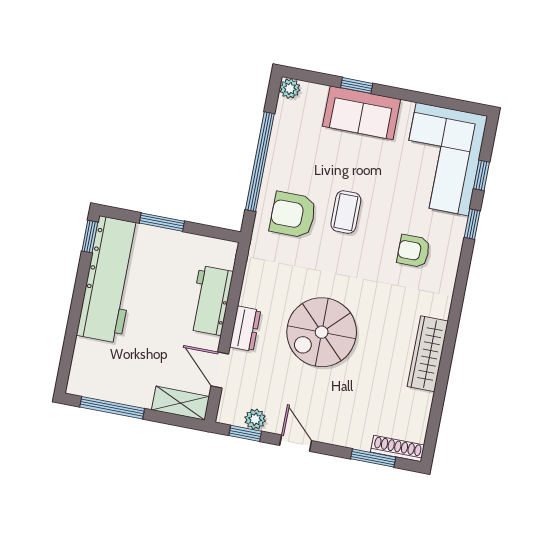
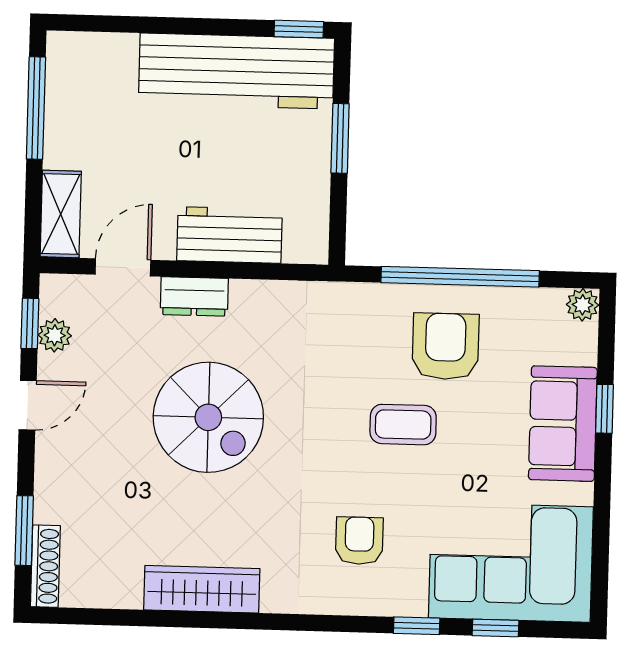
armchair: (293, 215) -> (445, 346), moved
spiral stairs: (322, 332) -> (208, 417), turned 180

